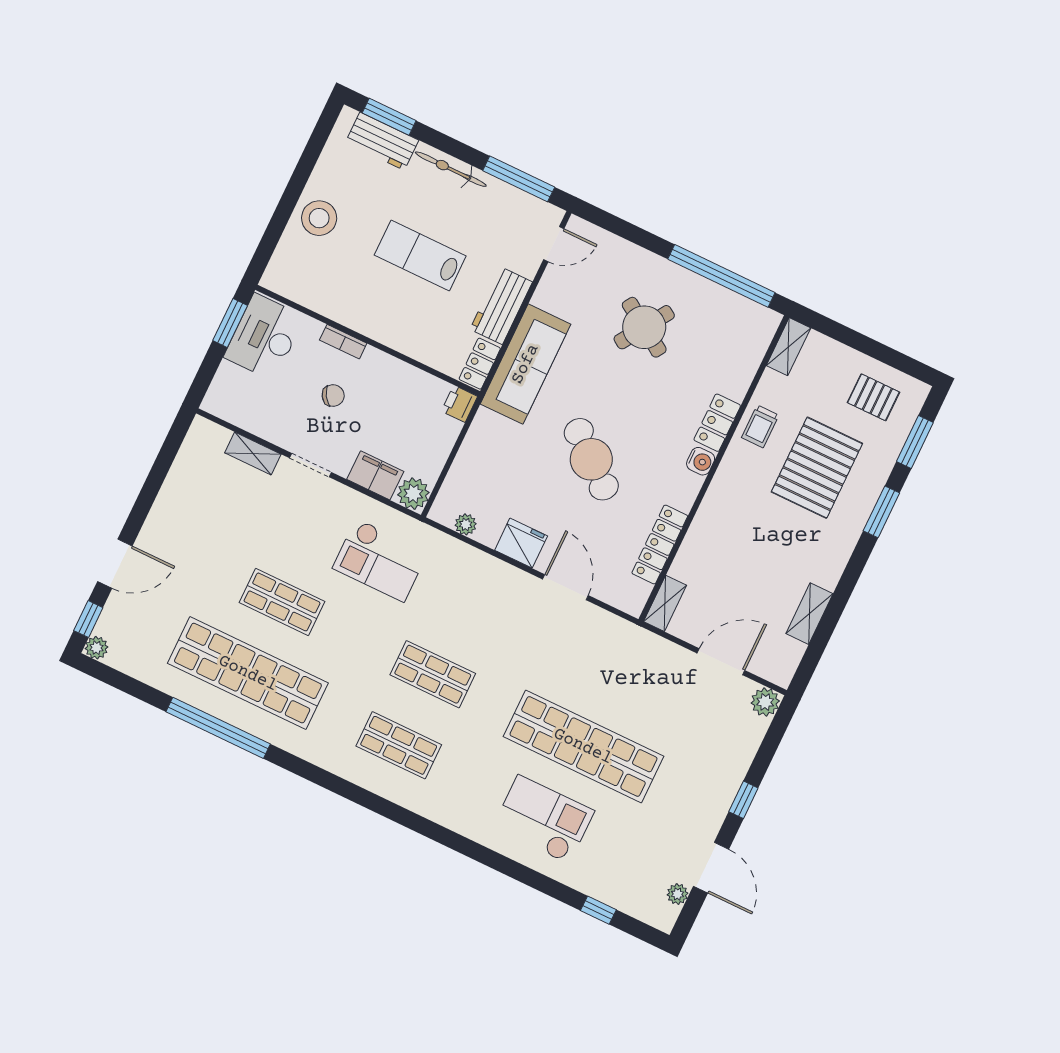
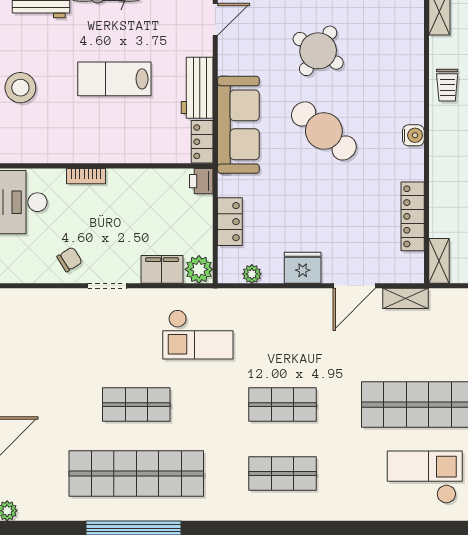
chair: (333, 396) -> (70, 259), moved
locker: (717, 423) -> (230, 222), moved, turned 180
shelving: (253, 453) -> (406, 298), moved
cafe table: (591, 459) -> (324, 131), moved
door: (565, 587) -> (354, 286), swing flipped

